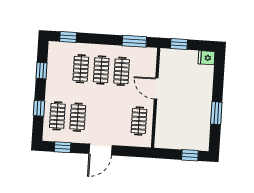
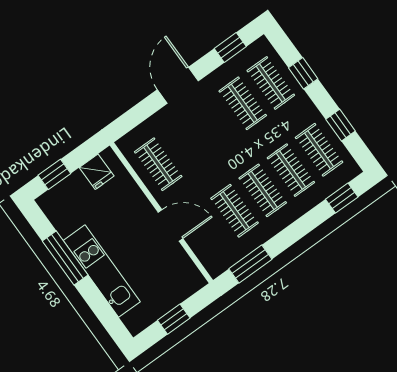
window: (179, 44) -> (174, 319), moved
fridge: (206, 58) -> (97, 172), moved, turned 90
clothes rail: (60, 67) -> (319, 150), added
kitchen unit: (204, 93) -> (102, 271), added
window: (216, 113) -> (65, 258), width x1.44

